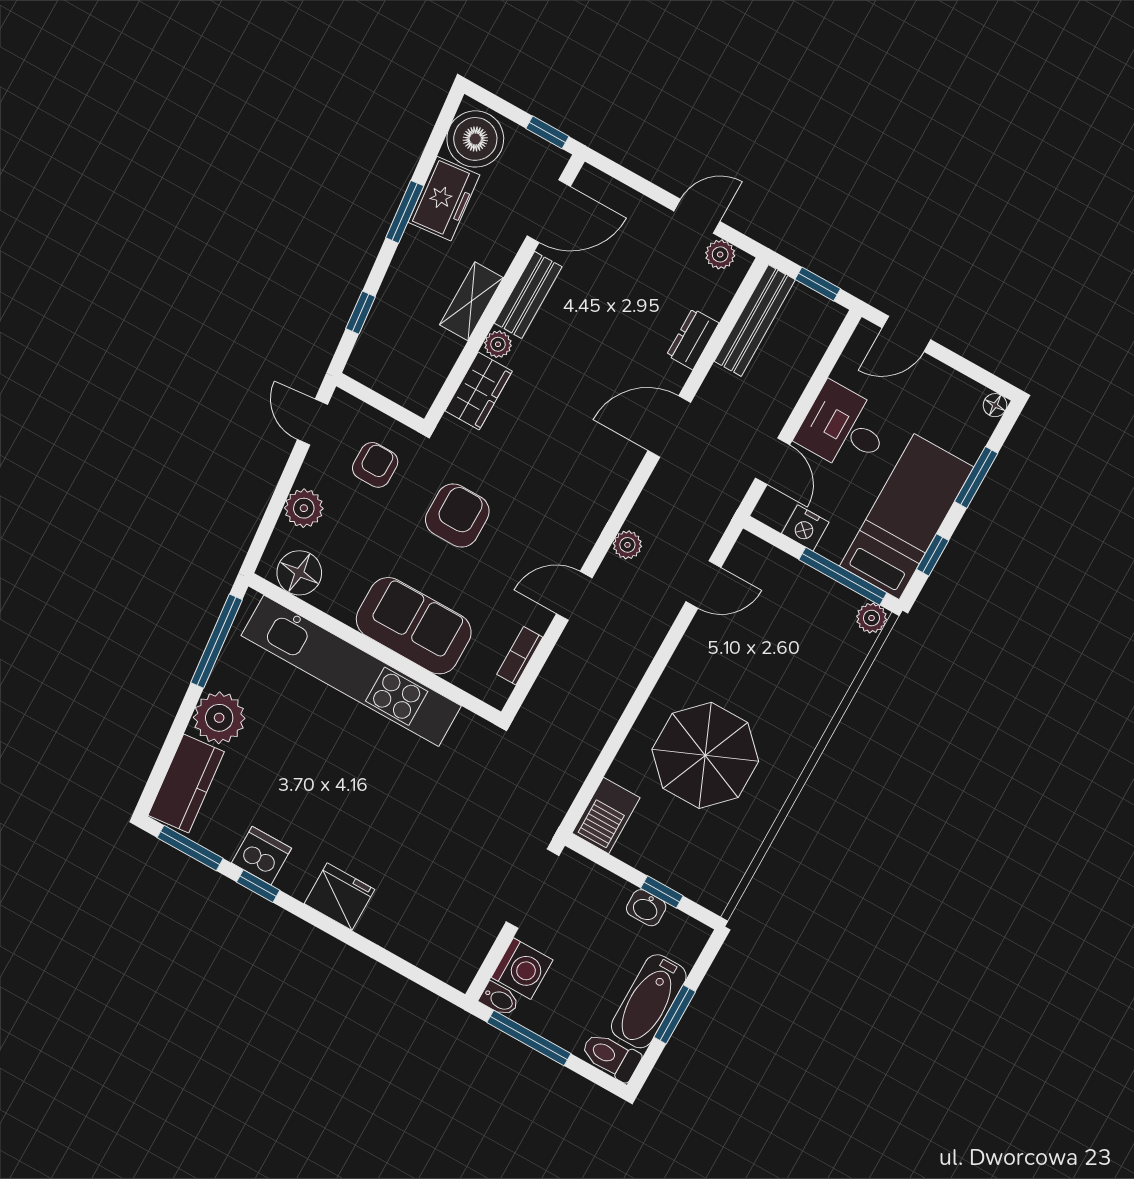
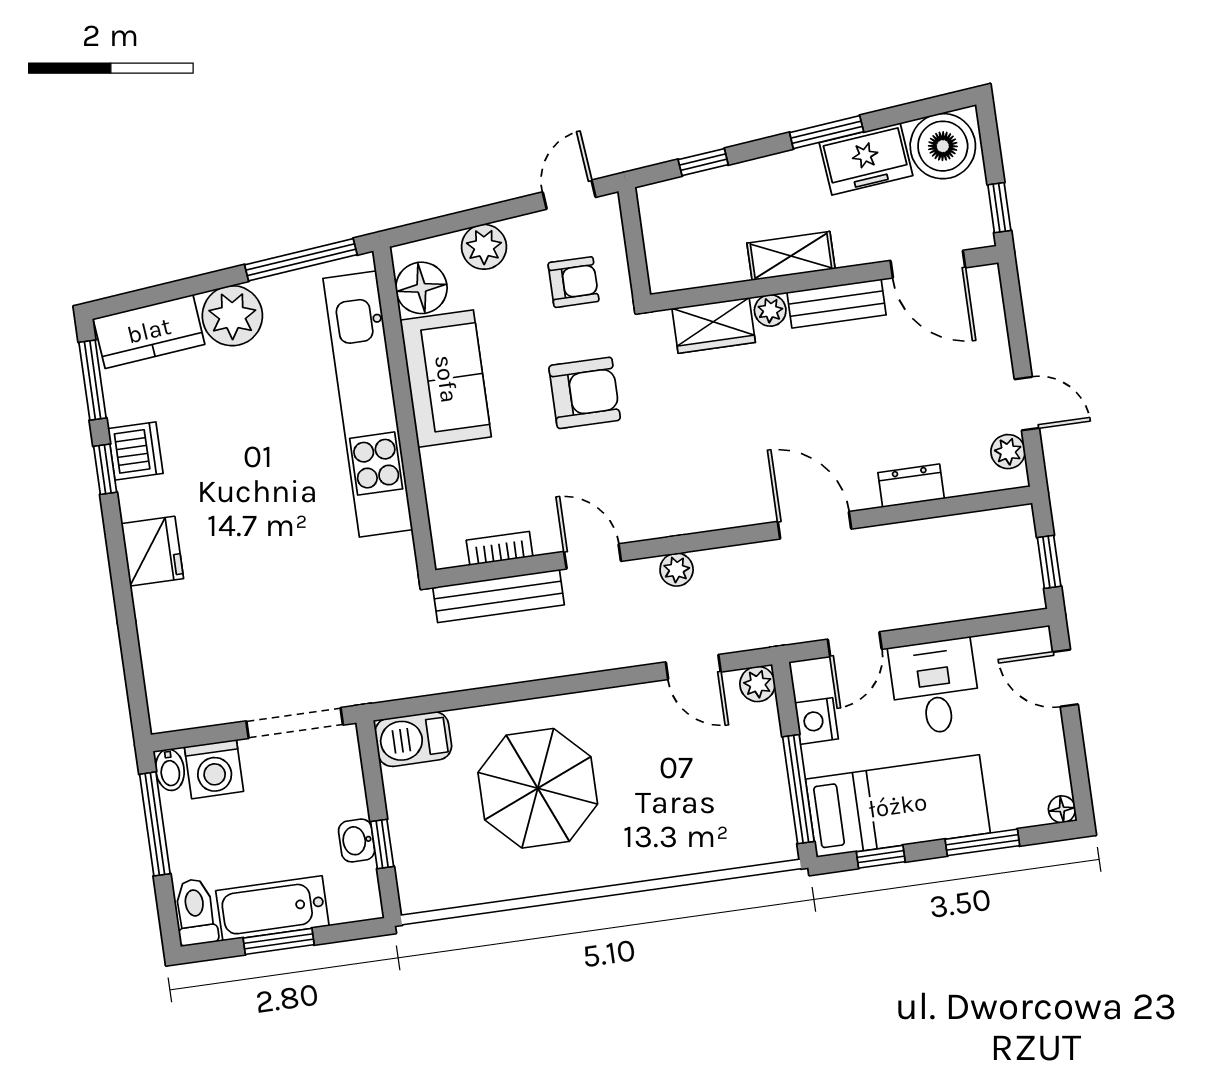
bench: (755, 321) -> (498, 596), moved
plant: (872, 618) -> (758, 684), moved
sofa: (414, 626) -> (446, 379), moved

